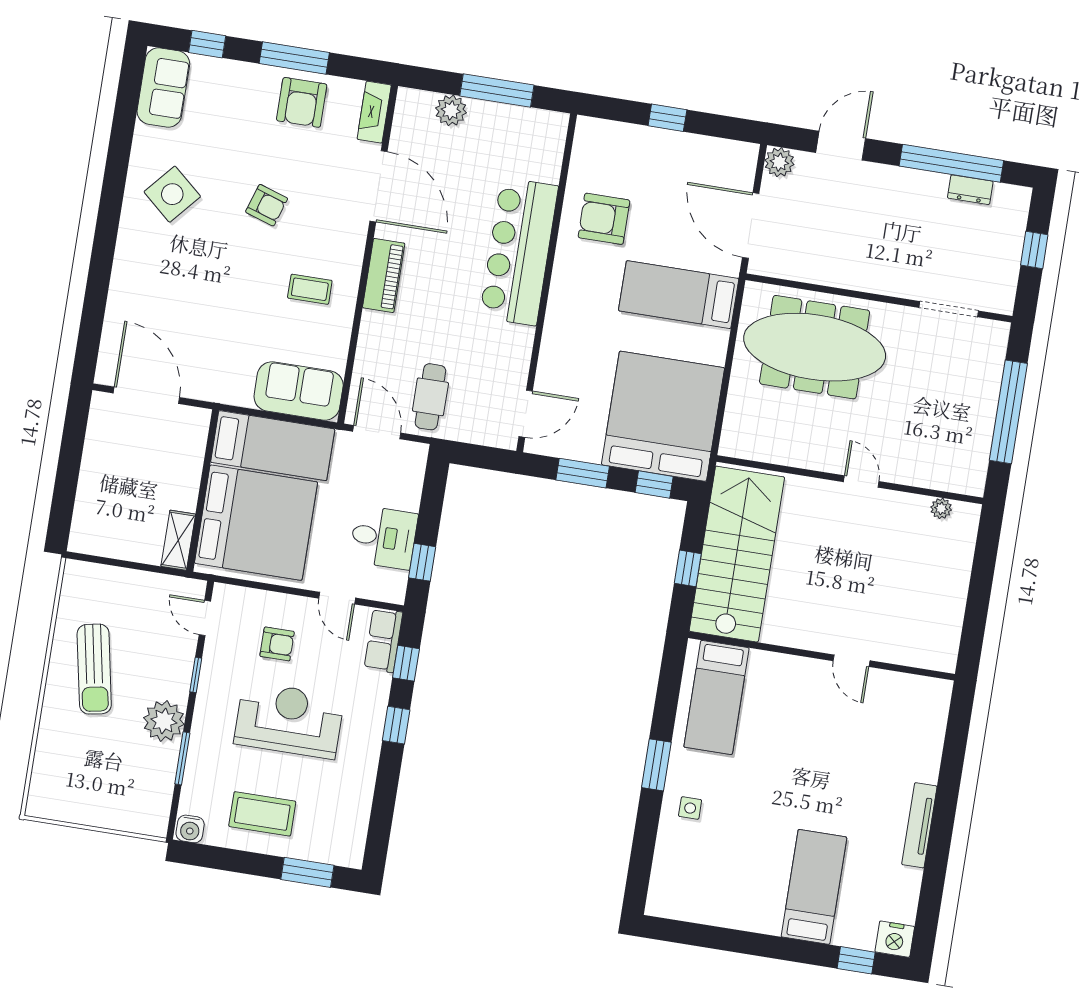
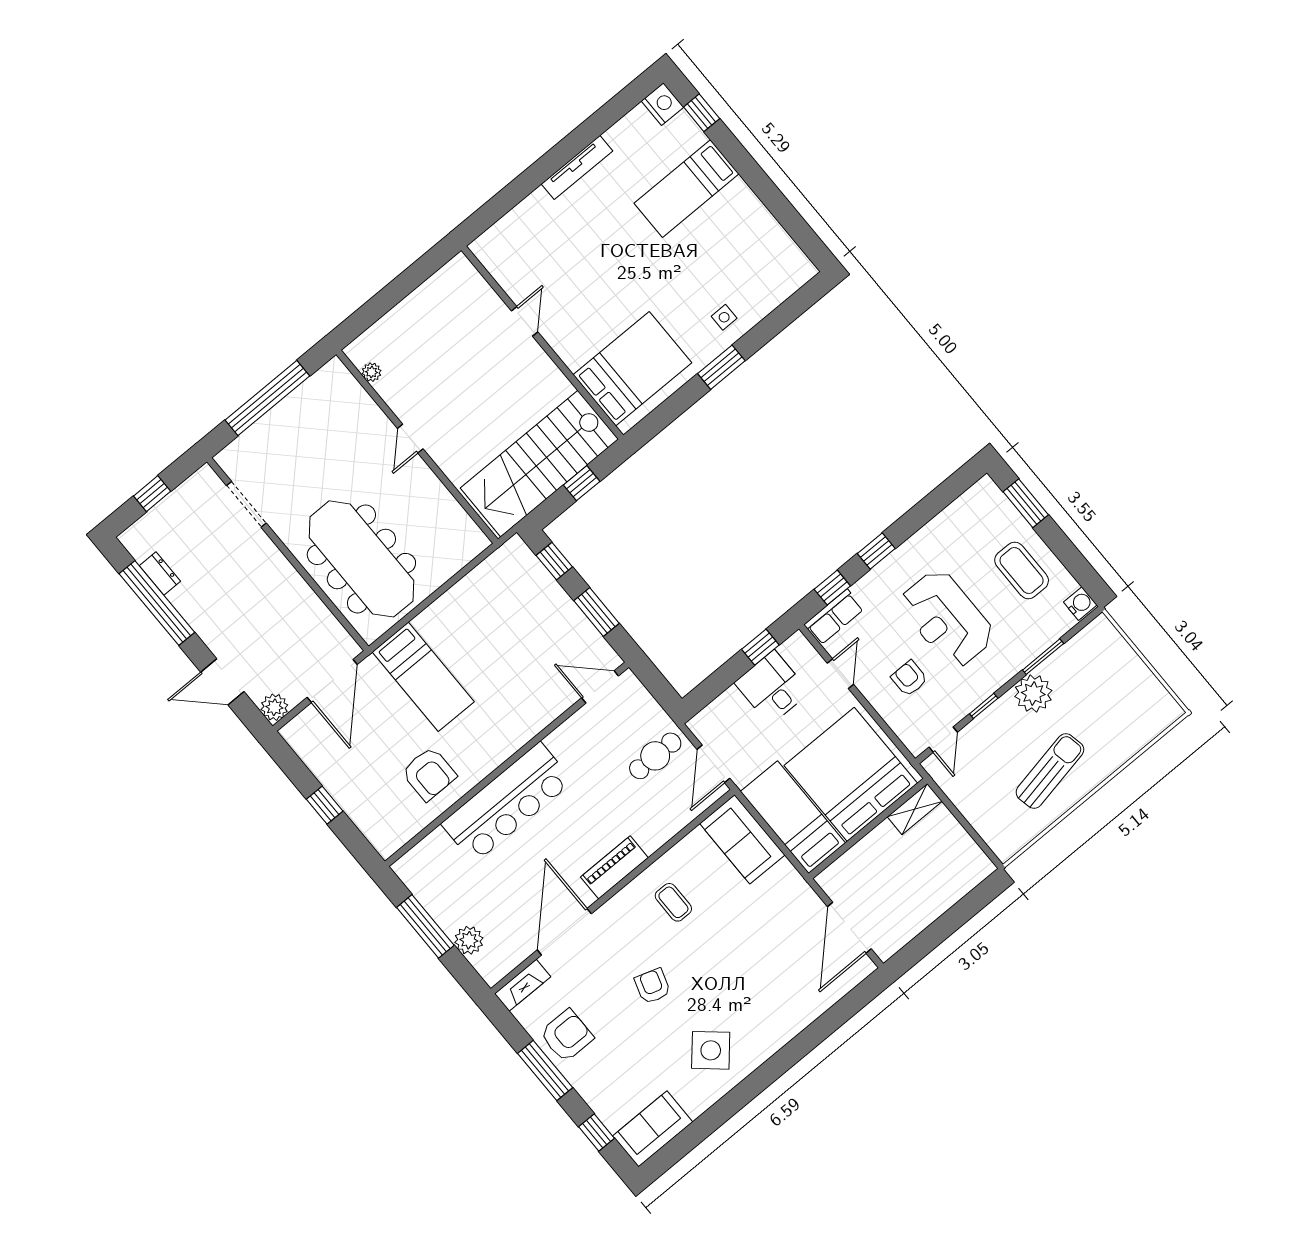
bed: (663, 416) -> (507, 603), removed
bed: (716, 697) -> (632, 369), width x1.50

